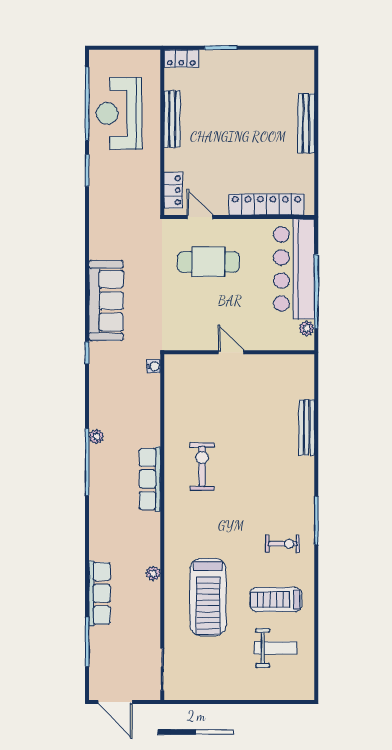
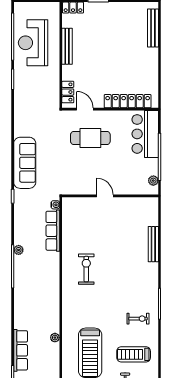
bench: (306, 123) -> (153, 28), moved
bar counter: (294, 269) -> (145, 134), width x0.73
row of seats: (150, 479) -> (53, 231), moved

